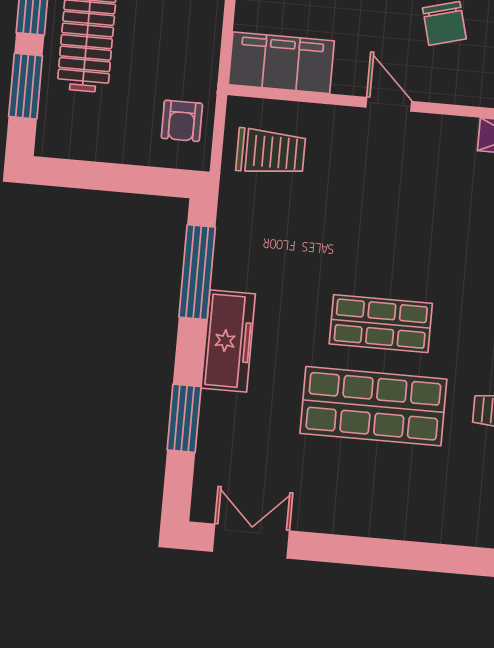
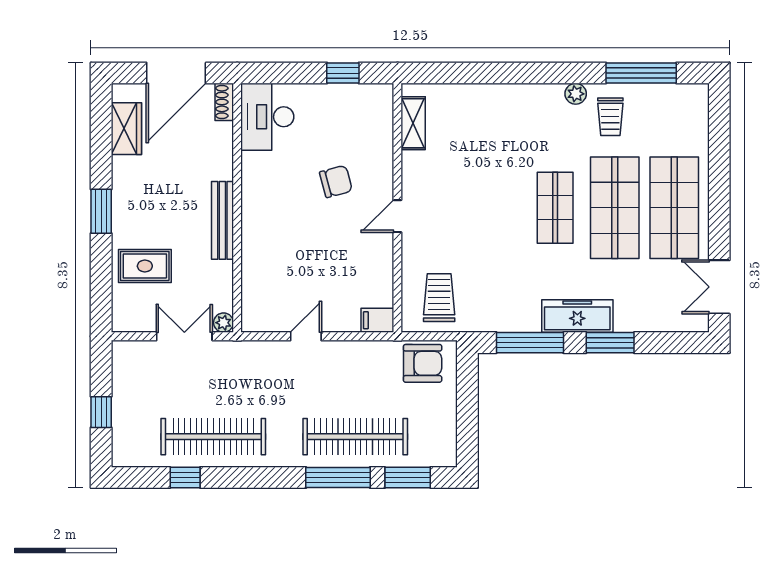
filing cabinet: (281, 63) -> (377, 320), width x0.33, depth x0.86
armchair: (182, 121) -> (423, 363), width x1.38, depth x1.38
window: (184, 418) -> (610, 343), moved
shop shelf: (366, 489) -> (674, 208), added

